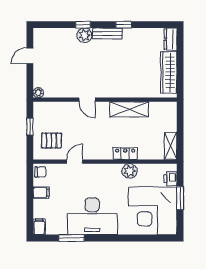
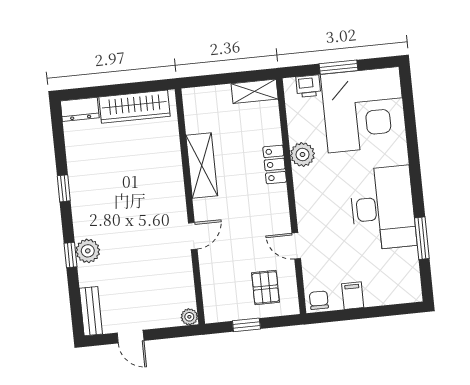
bench: (107, 33) -> (91, 311), moved
filing cabinet: (39, 227) -> (409, 293), removed

